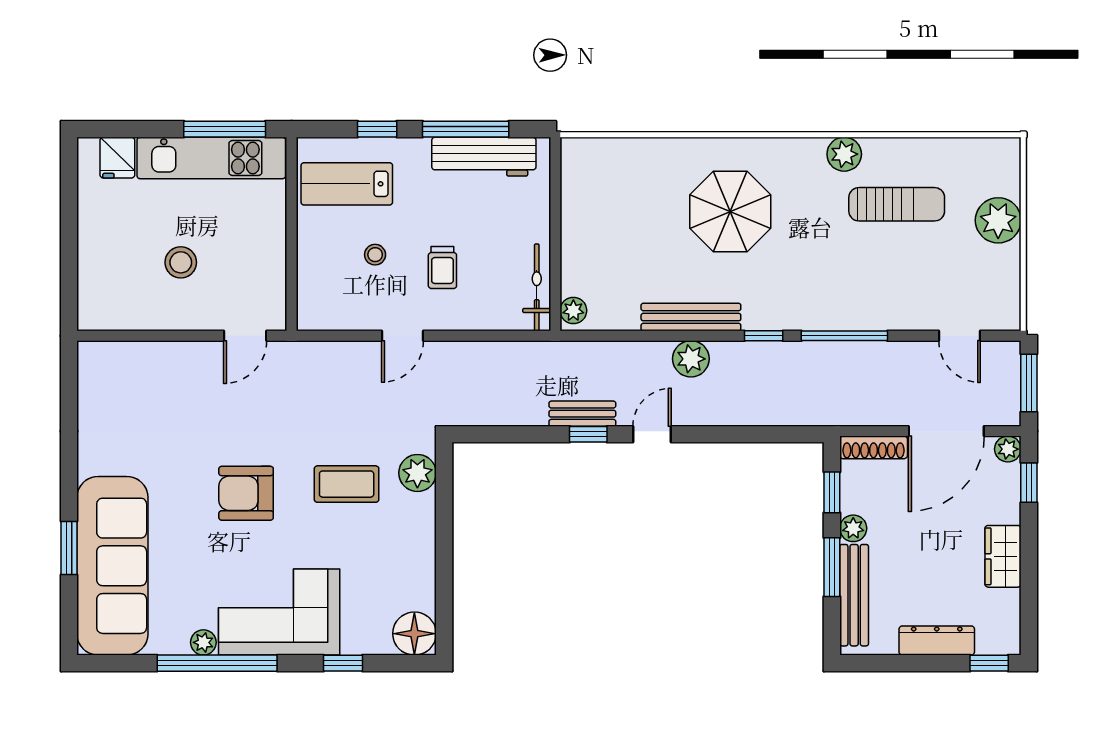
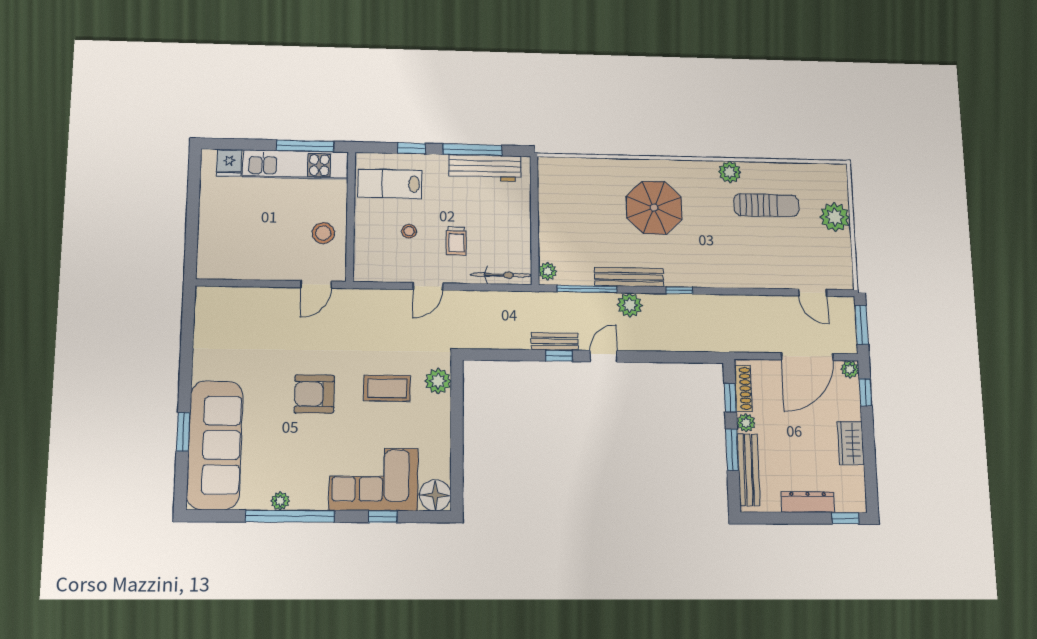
stool: (181, 262) -> (323, 233), moved
bicycle: (537, 287) -> (501, 275), moved, turned 90
window: (844, 336) -> (587, 289), moved
shoe rack: (874, 447) -> (743, 388), moved, turned -90
corner sofa: (279, 612) -> (374, 479), moved

